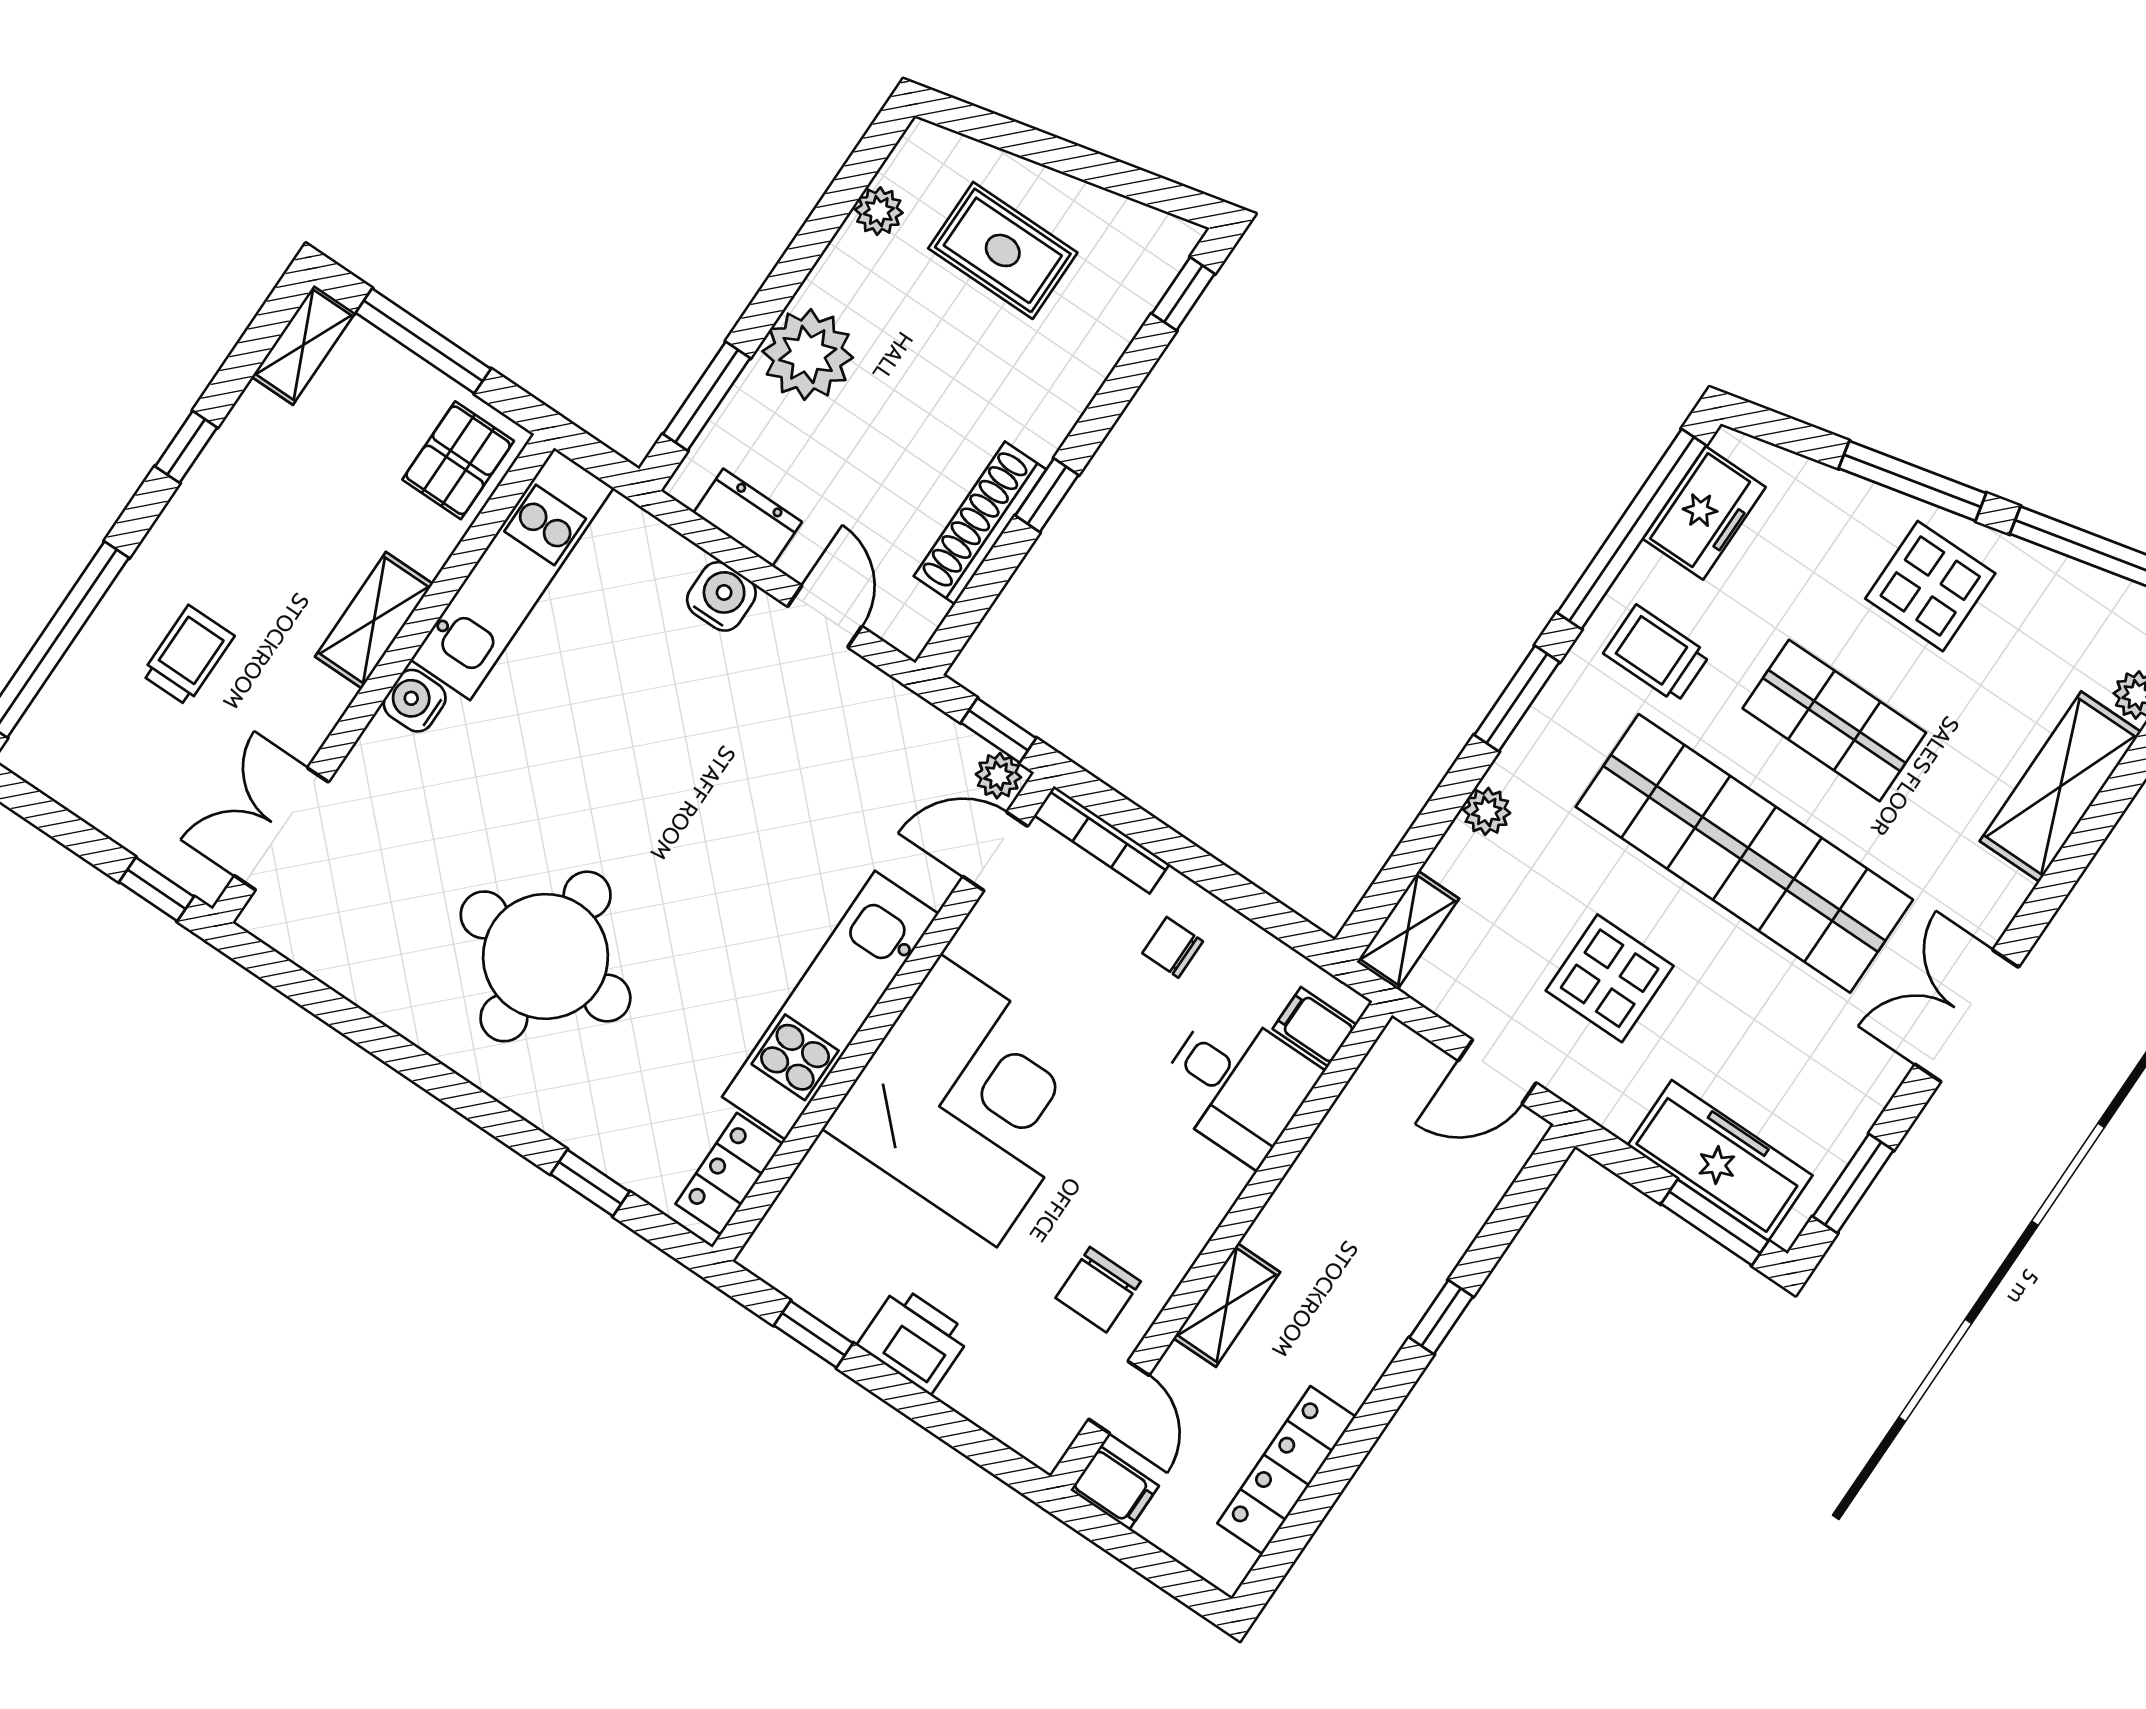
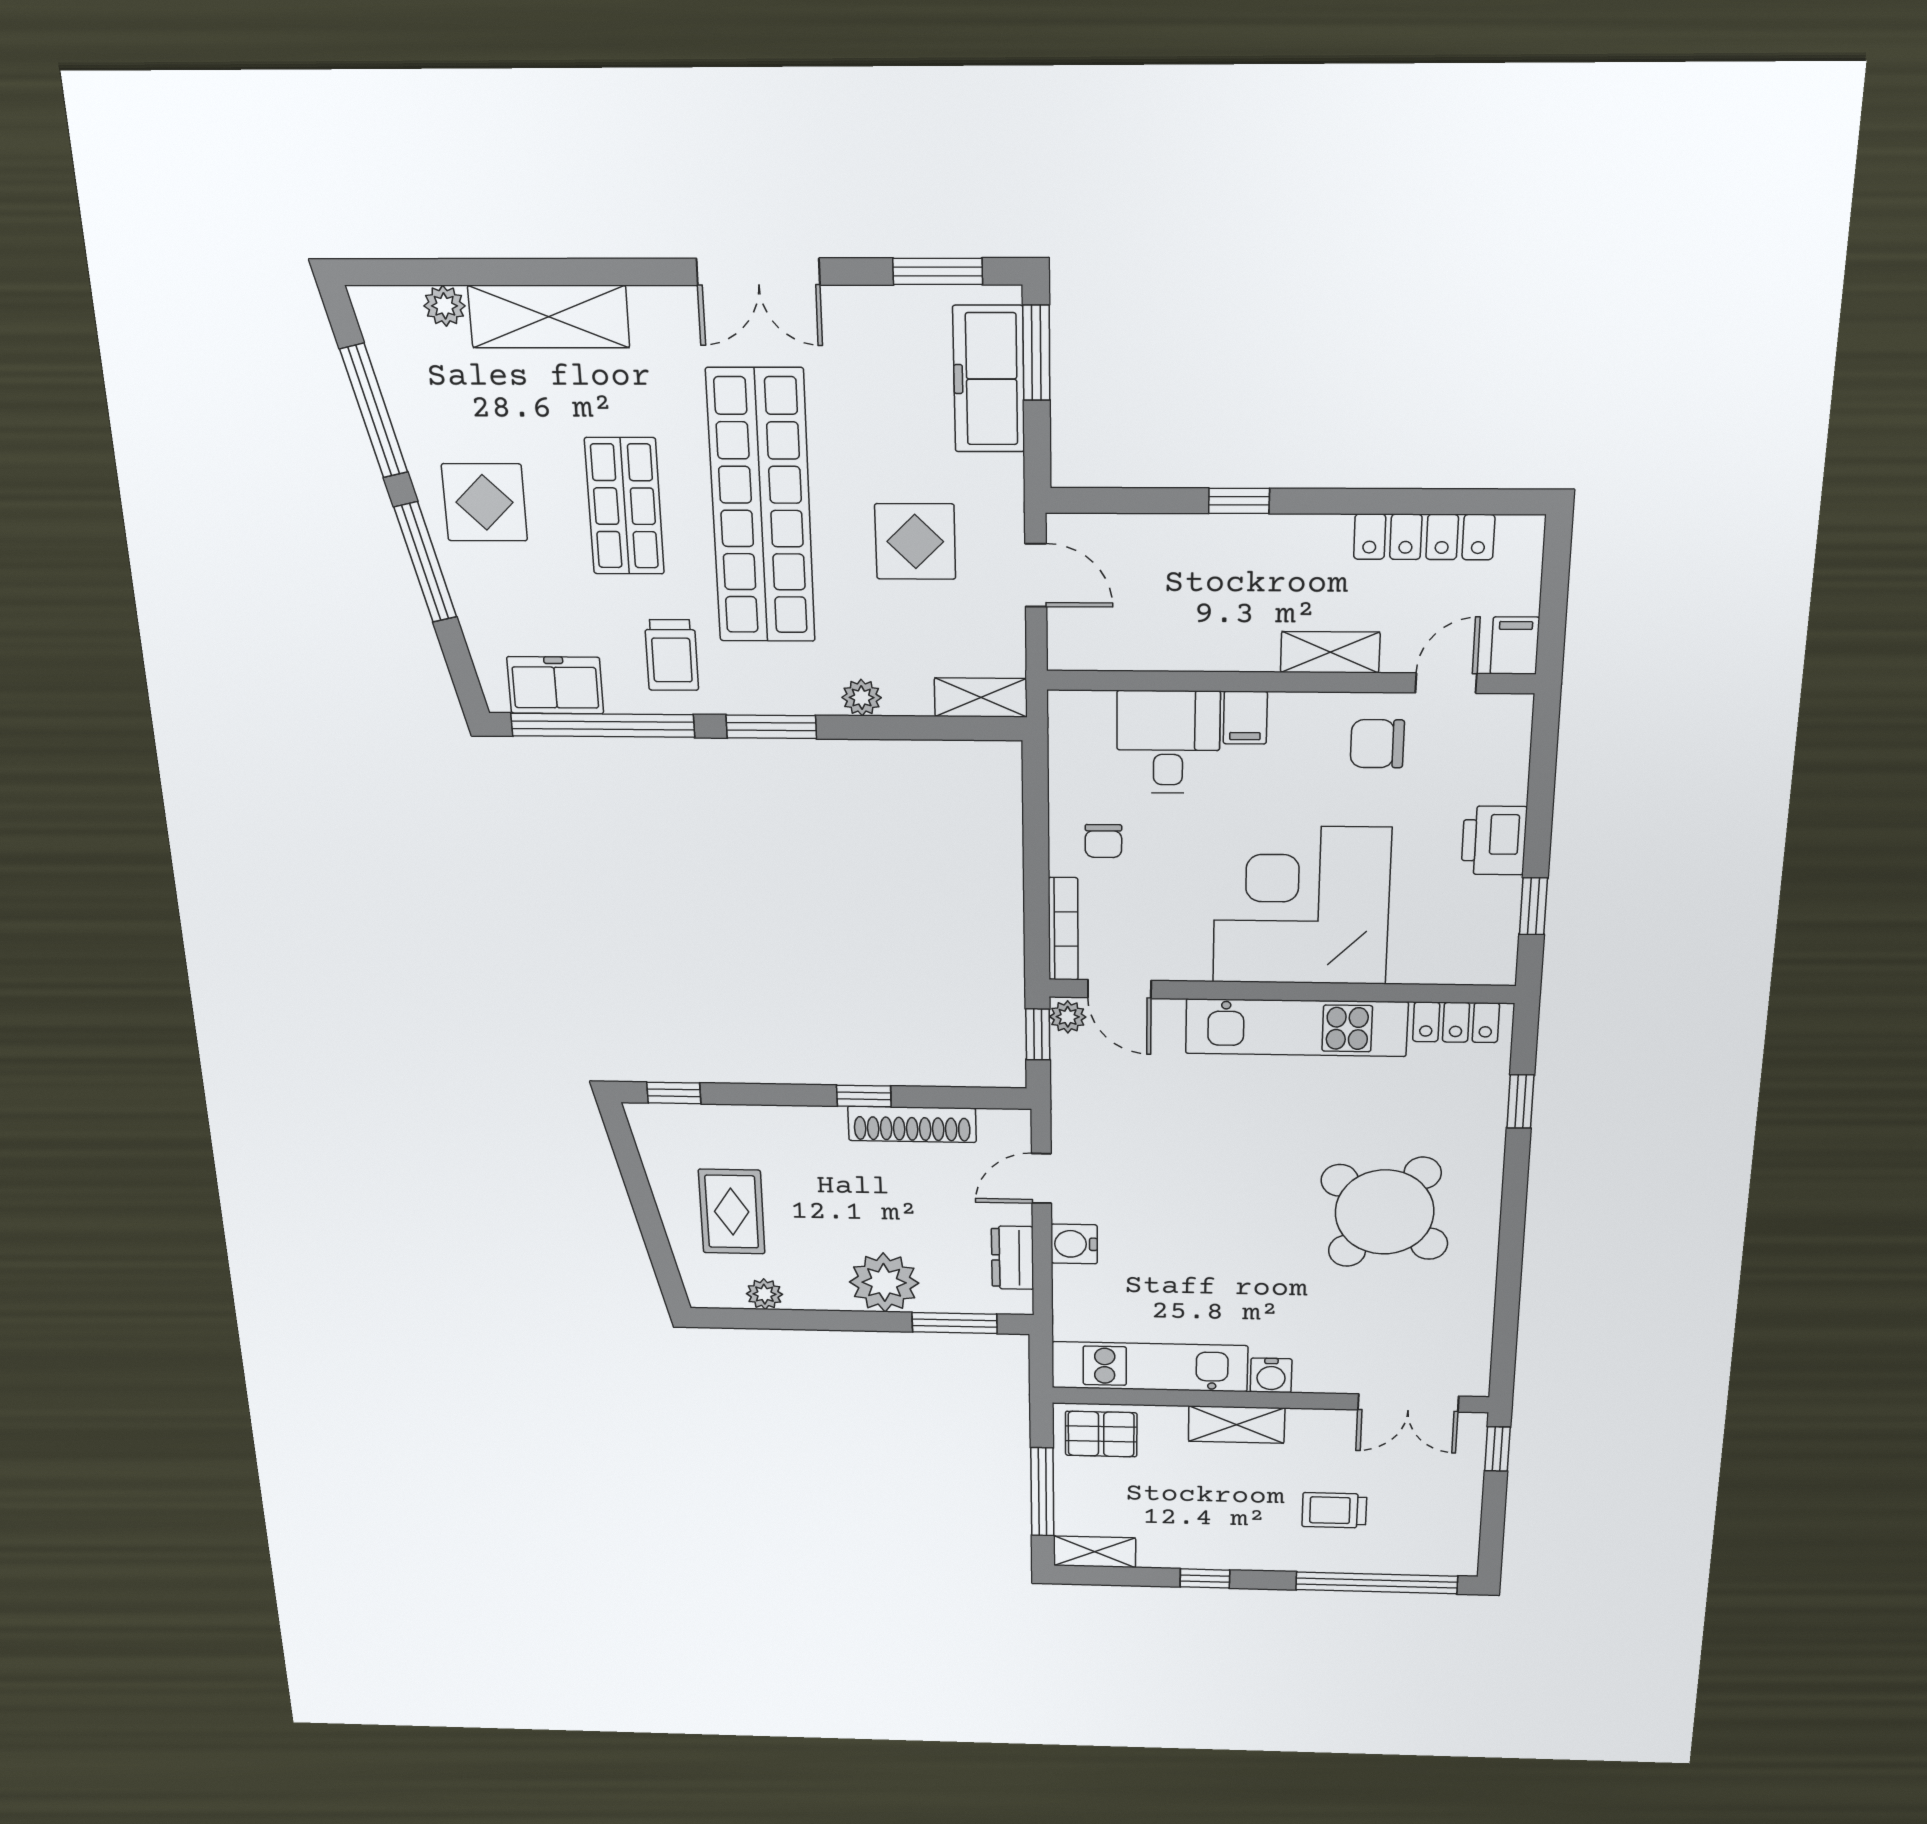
round table: (546, 956) -> (1385, 1212), turned 38
filing cabinet: (1315, 1027) -> (1245, 718), moved
chair: (1098, 1290) -> (1377, 744), turned 180

